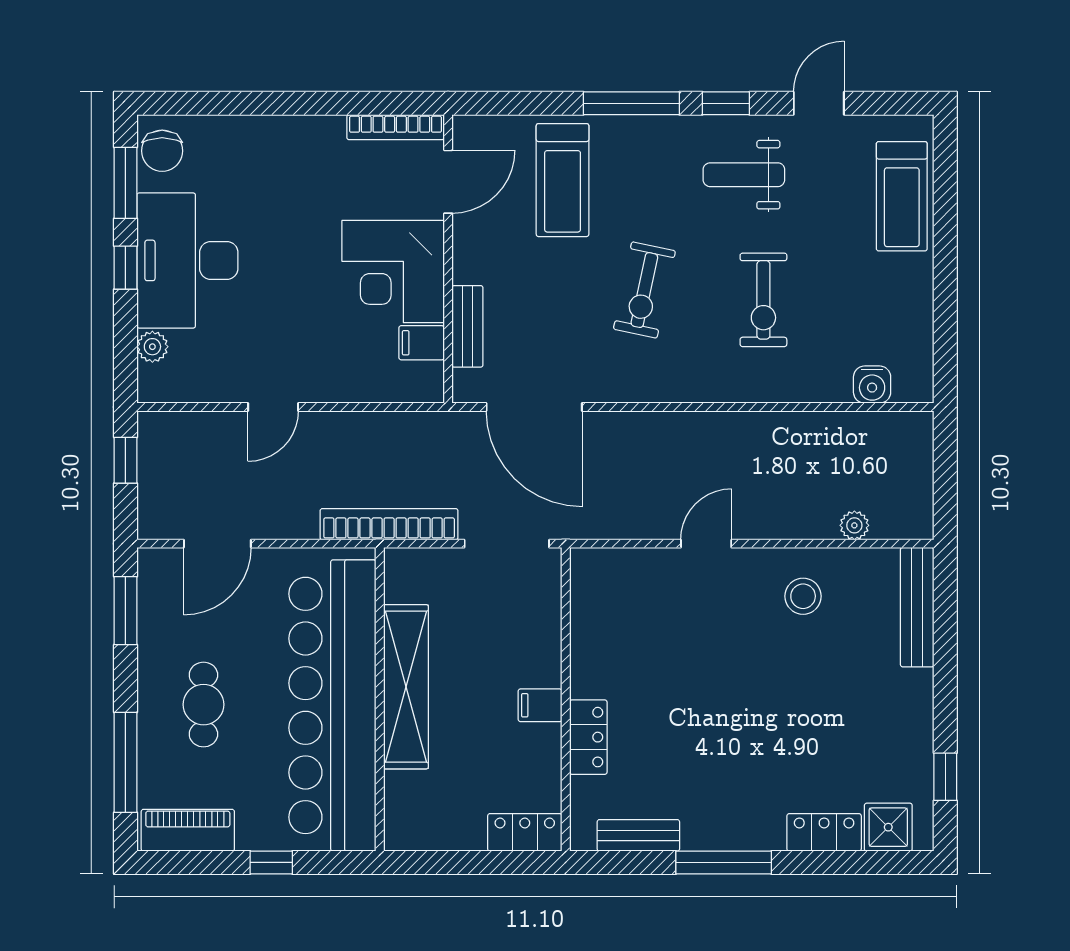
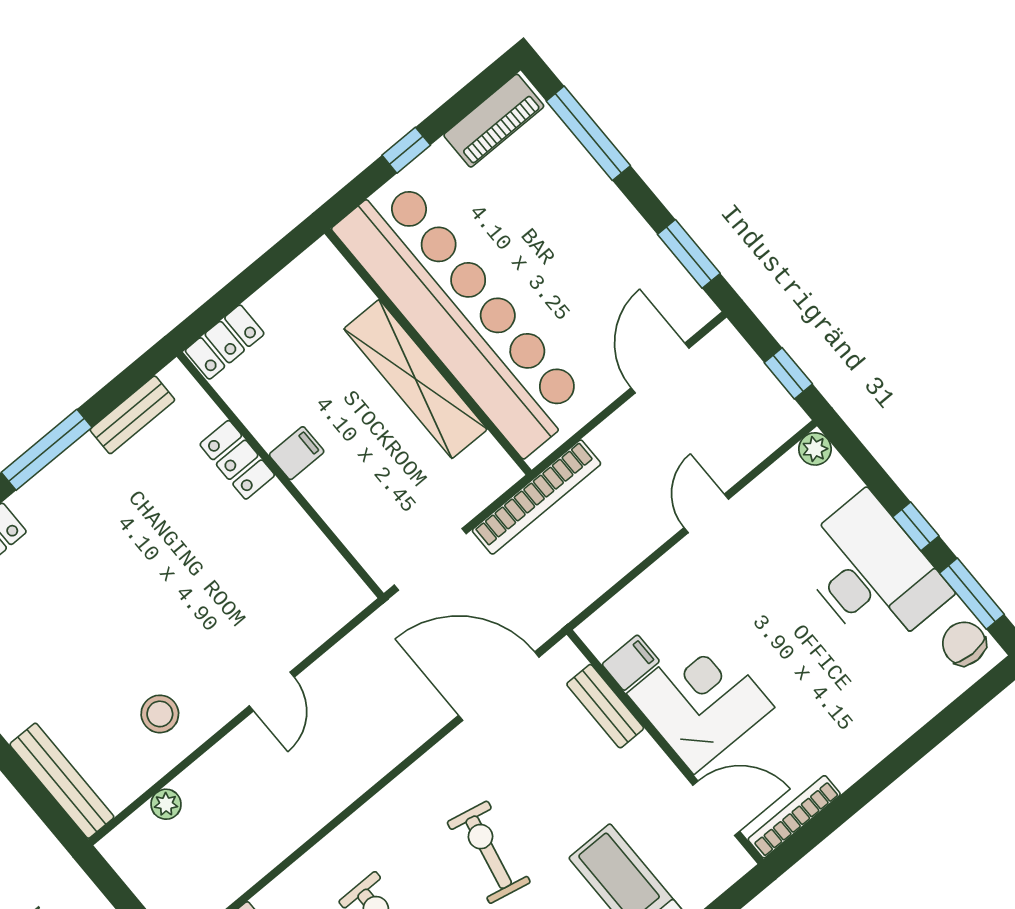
door: (448, 182) -> (716, 808), swing flipped
plant: (152, 347) -> (815, 449), moved
cafe table: (203, 705) -> (565, 231), removed

